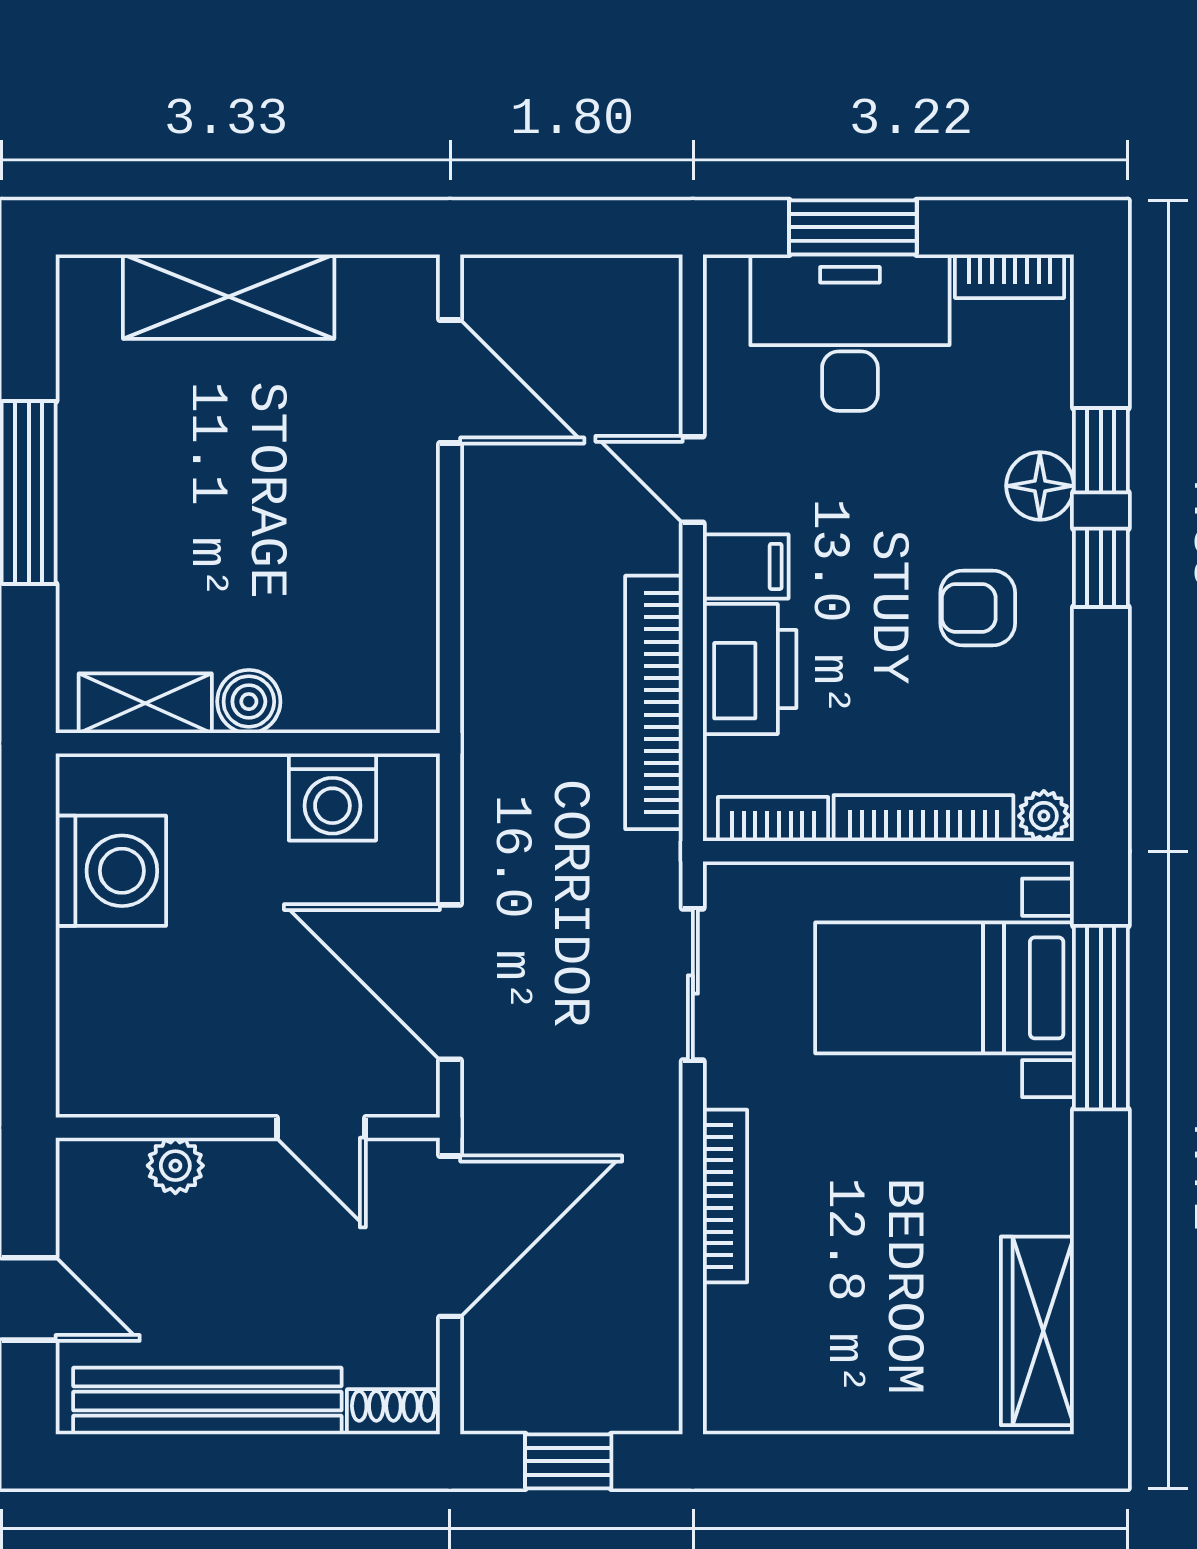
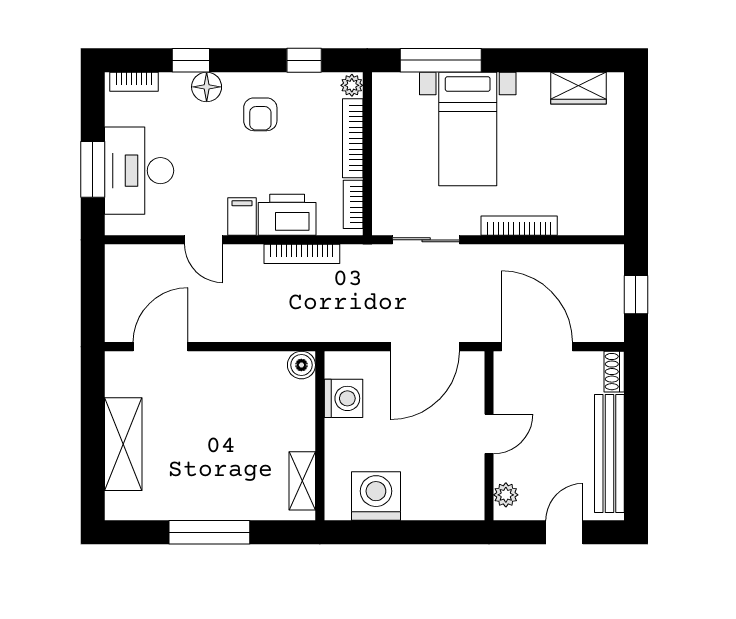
bookcase: (1010, 276) -> (134, 82), moved, turned 90
door: (693, 479) -> (204, 240), hinge flipped
window: (1101, 568) -> (304, 60), moved
boiler: (249, 702) -> (301, 365), moved
bookcase: (654, 702) -> (302, 254), width x0.68, depth x0.76
bed with nightstands: (944, 988) -> (468, 129), moved
door: (321, 1128) -> (489, 434), moved
plant: (175, 1166) -> (506, 495), moved
wardrobe: (1037, 1331) -> (579, 88), width x0.67

